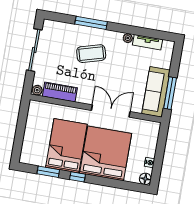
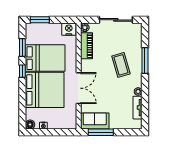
sofa: (156, 92) -> (95, 121), width x0.73
nightstand: (36, 110) -> (69, 29), added
window: (18, 144) -> (40, 20), added

